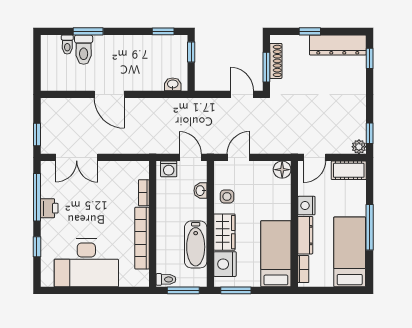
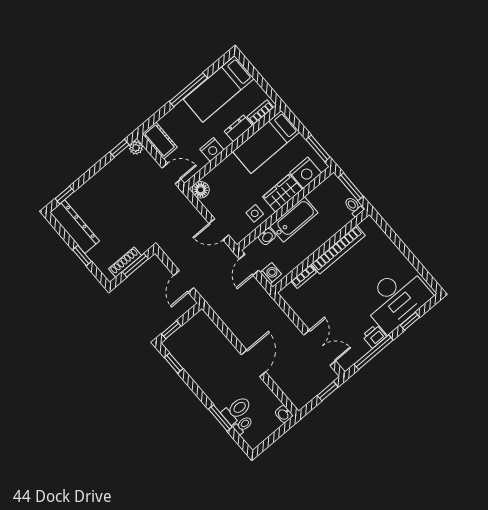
washbasin: (173, 84) -> (284, 414), moved
door: (242, 94) -> (184, 282), moved
dresser: (305, 235) -> (238, 128), width x0.70
bathtub: (196, 244) -> (294, 220), moved
desk: (86, 263) -> (396, 298), moved, turned 90

